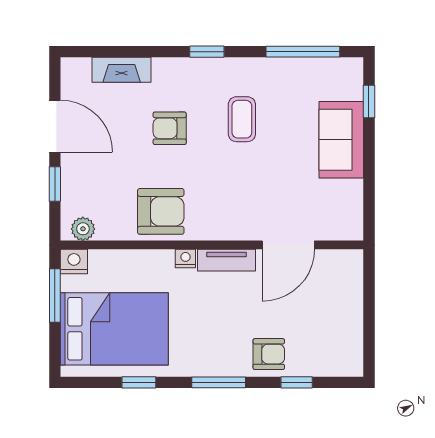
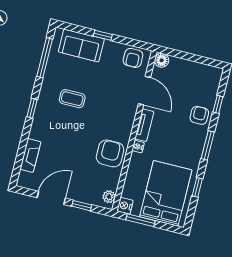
window: (369, 102) -> (103, 35), moved
armchair: (170, 128) -> (133, 58), moved
sofa: (341, 140) -> (81, 45), moved
floor lamp: (350, 262) -> (162, 60), added

